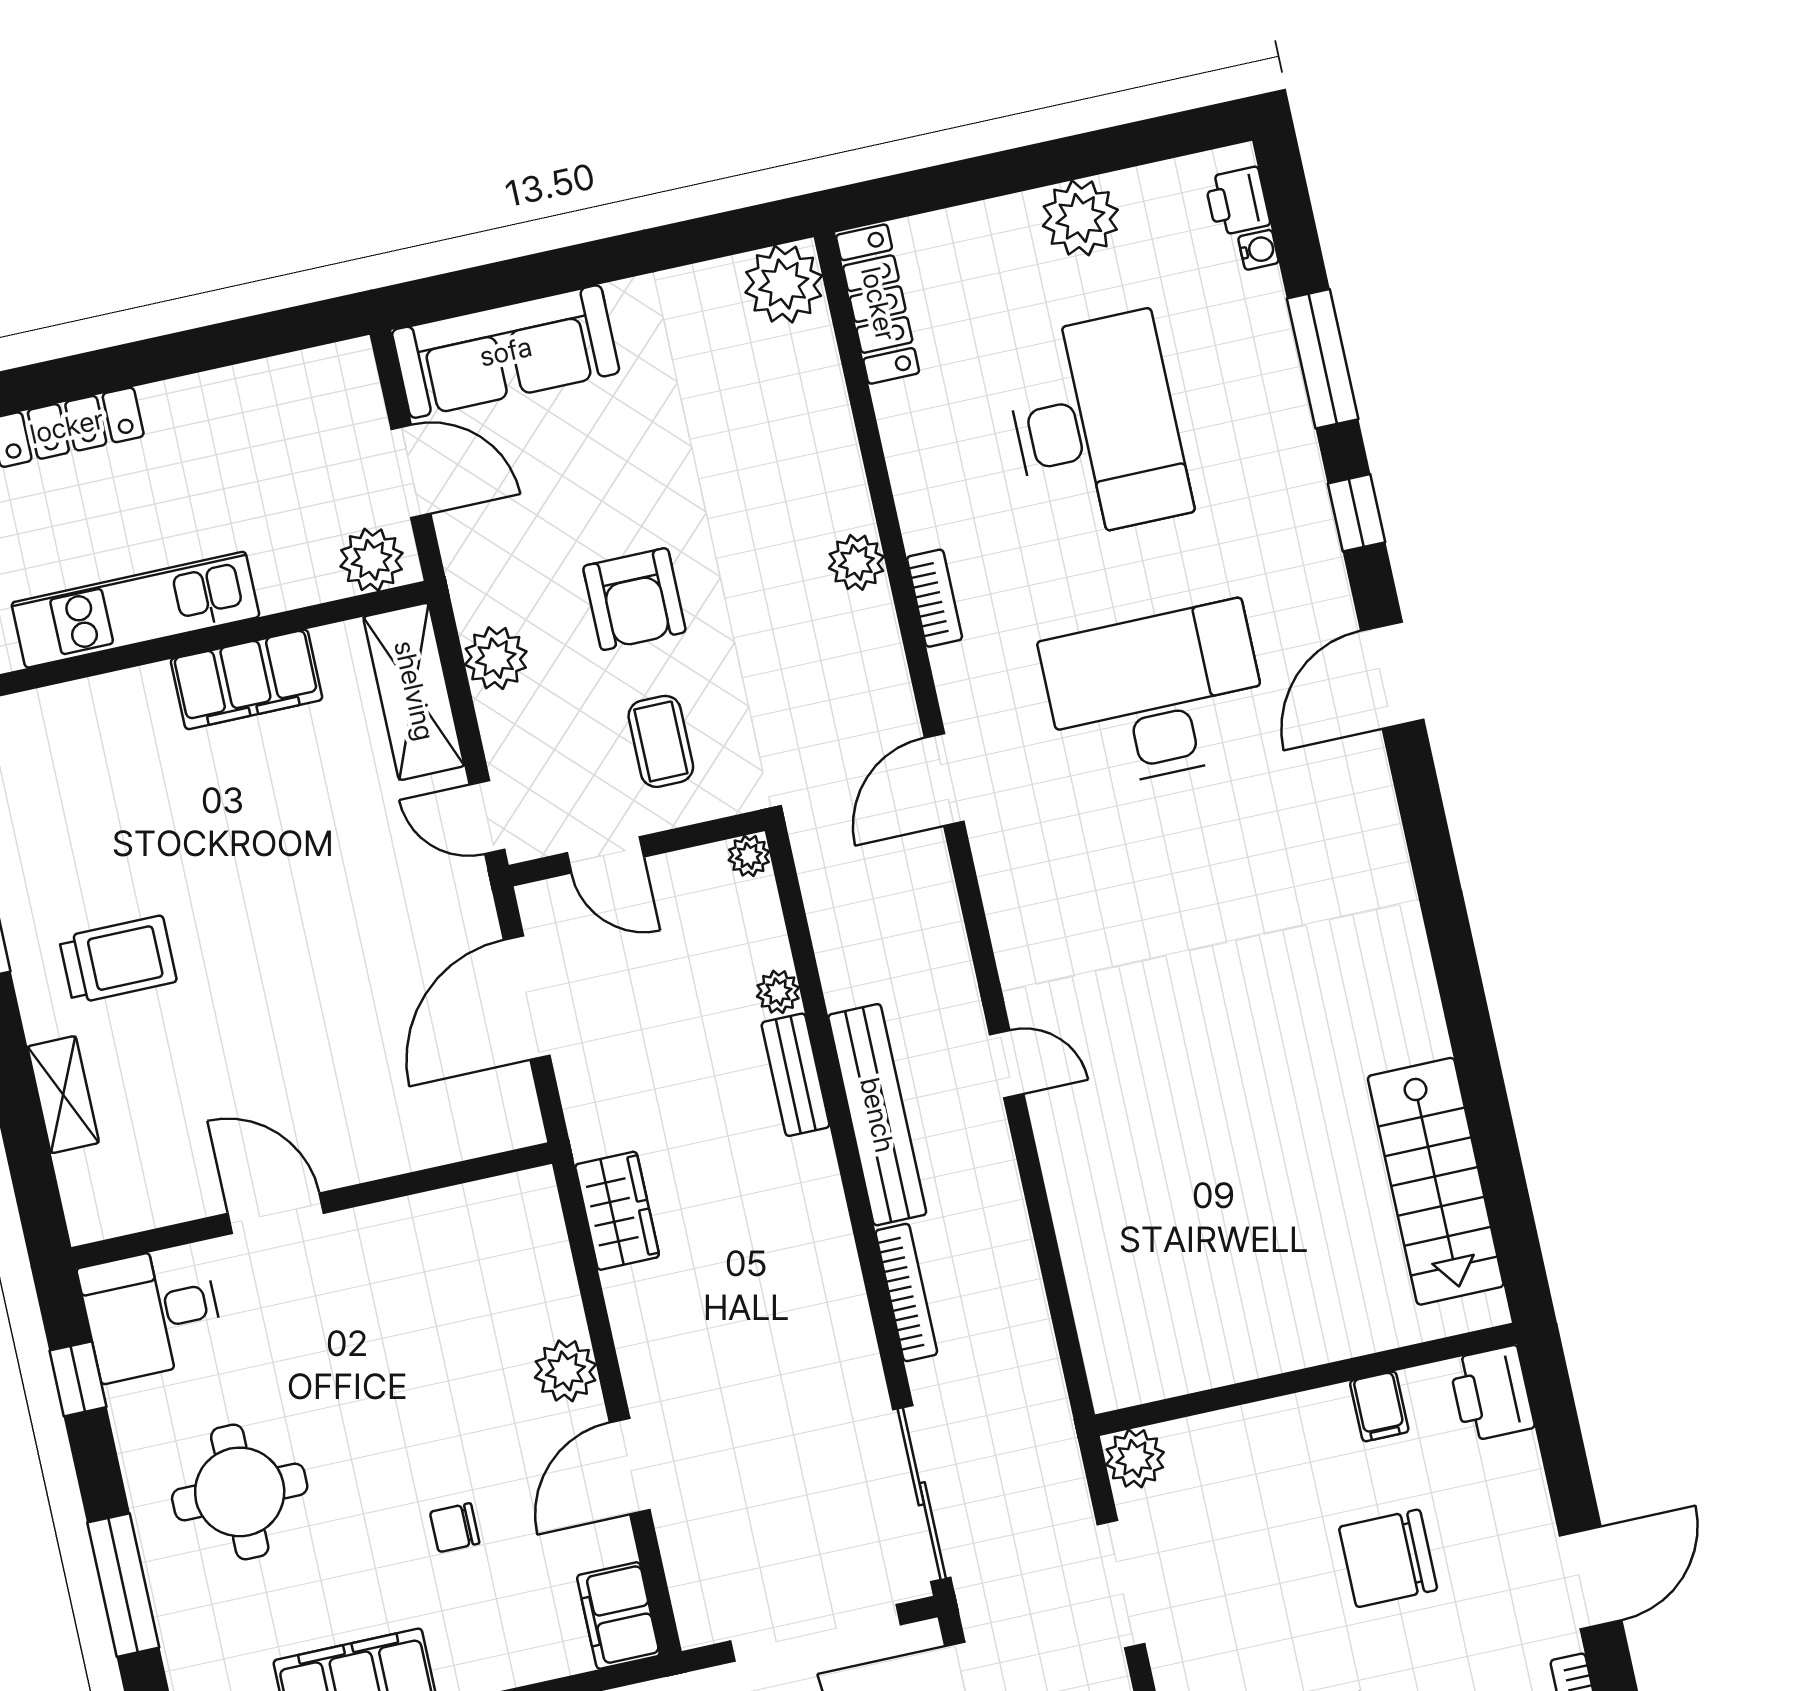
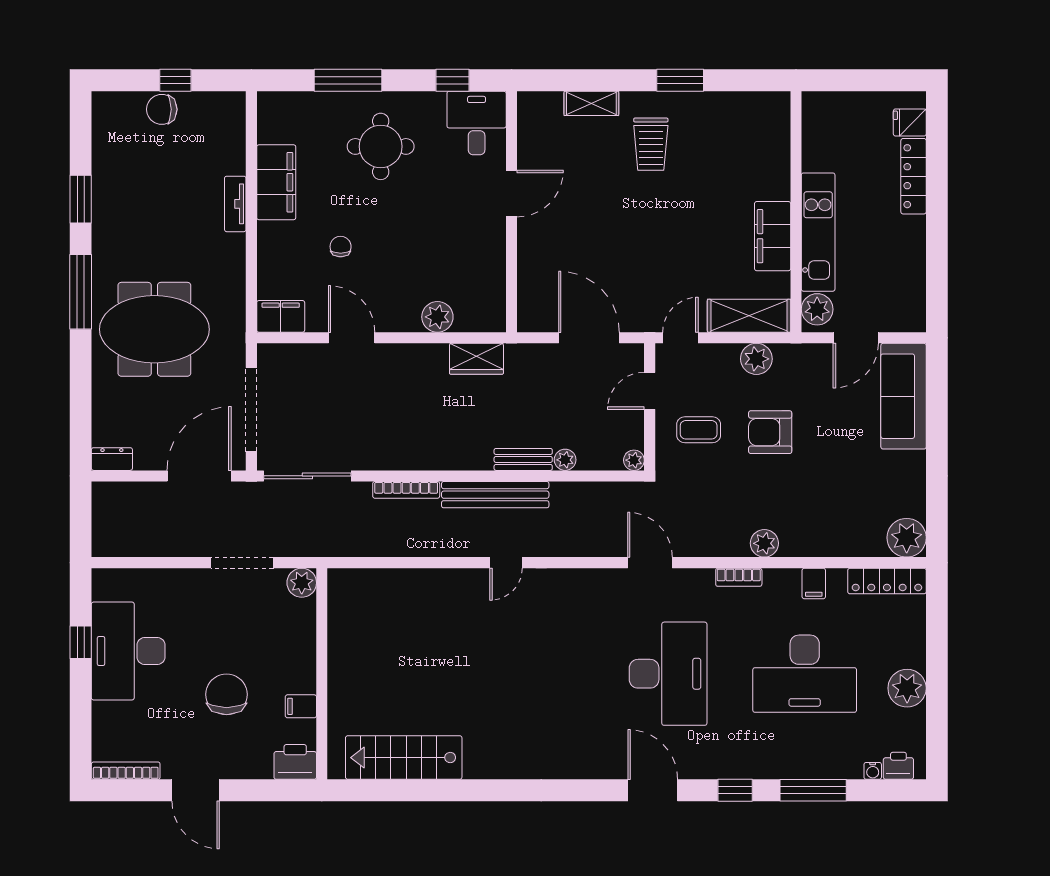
filing cabinet: (914, 447) -> (814, 583), added
kitchen unit: (135, 610) -> (818, 232), moved
plant: (566, 1371) -> (437, 317), moved

